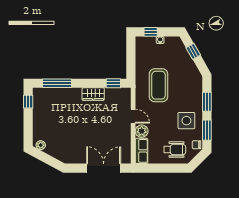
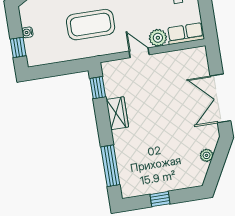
window: (28, 102) -> (160, 199), moved
door: (133, 116) -> (139, 53), hinge flipped
plant: (41, 145) -> (207, 155), moved
double door: (104, 168) -> (220, 98), moved

